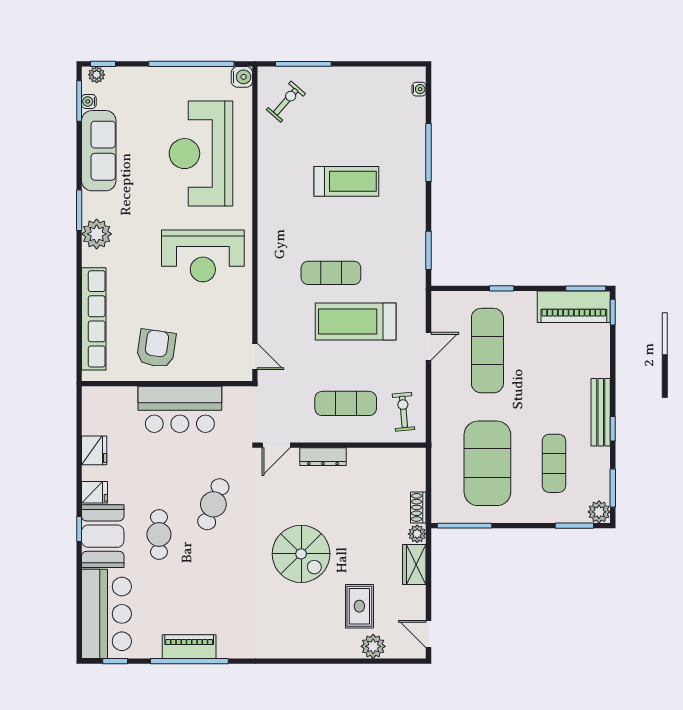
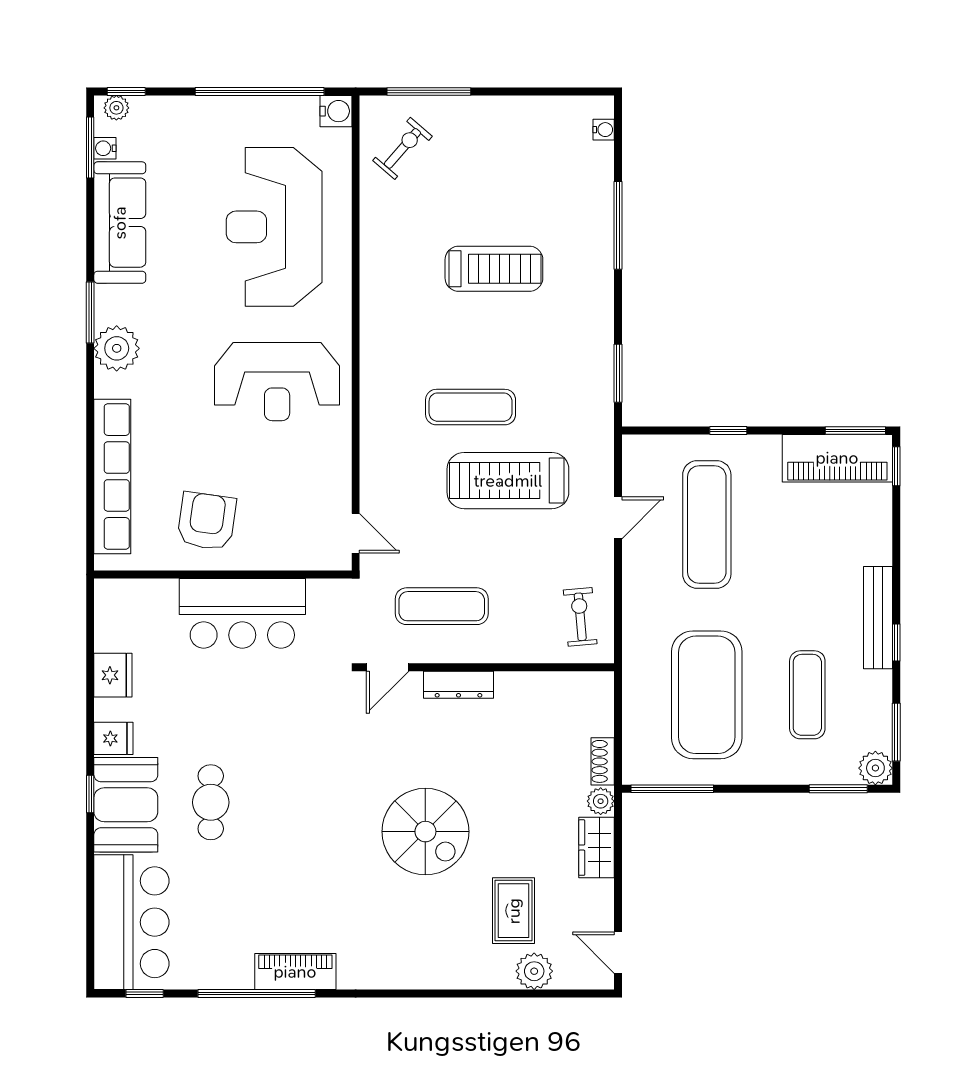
exercise mat: (346, 403) -> (442, 606), moved
cafe table: (213, 504) -> (293, 757), removed
piano: (189, 647) -> (295, 972), moved

